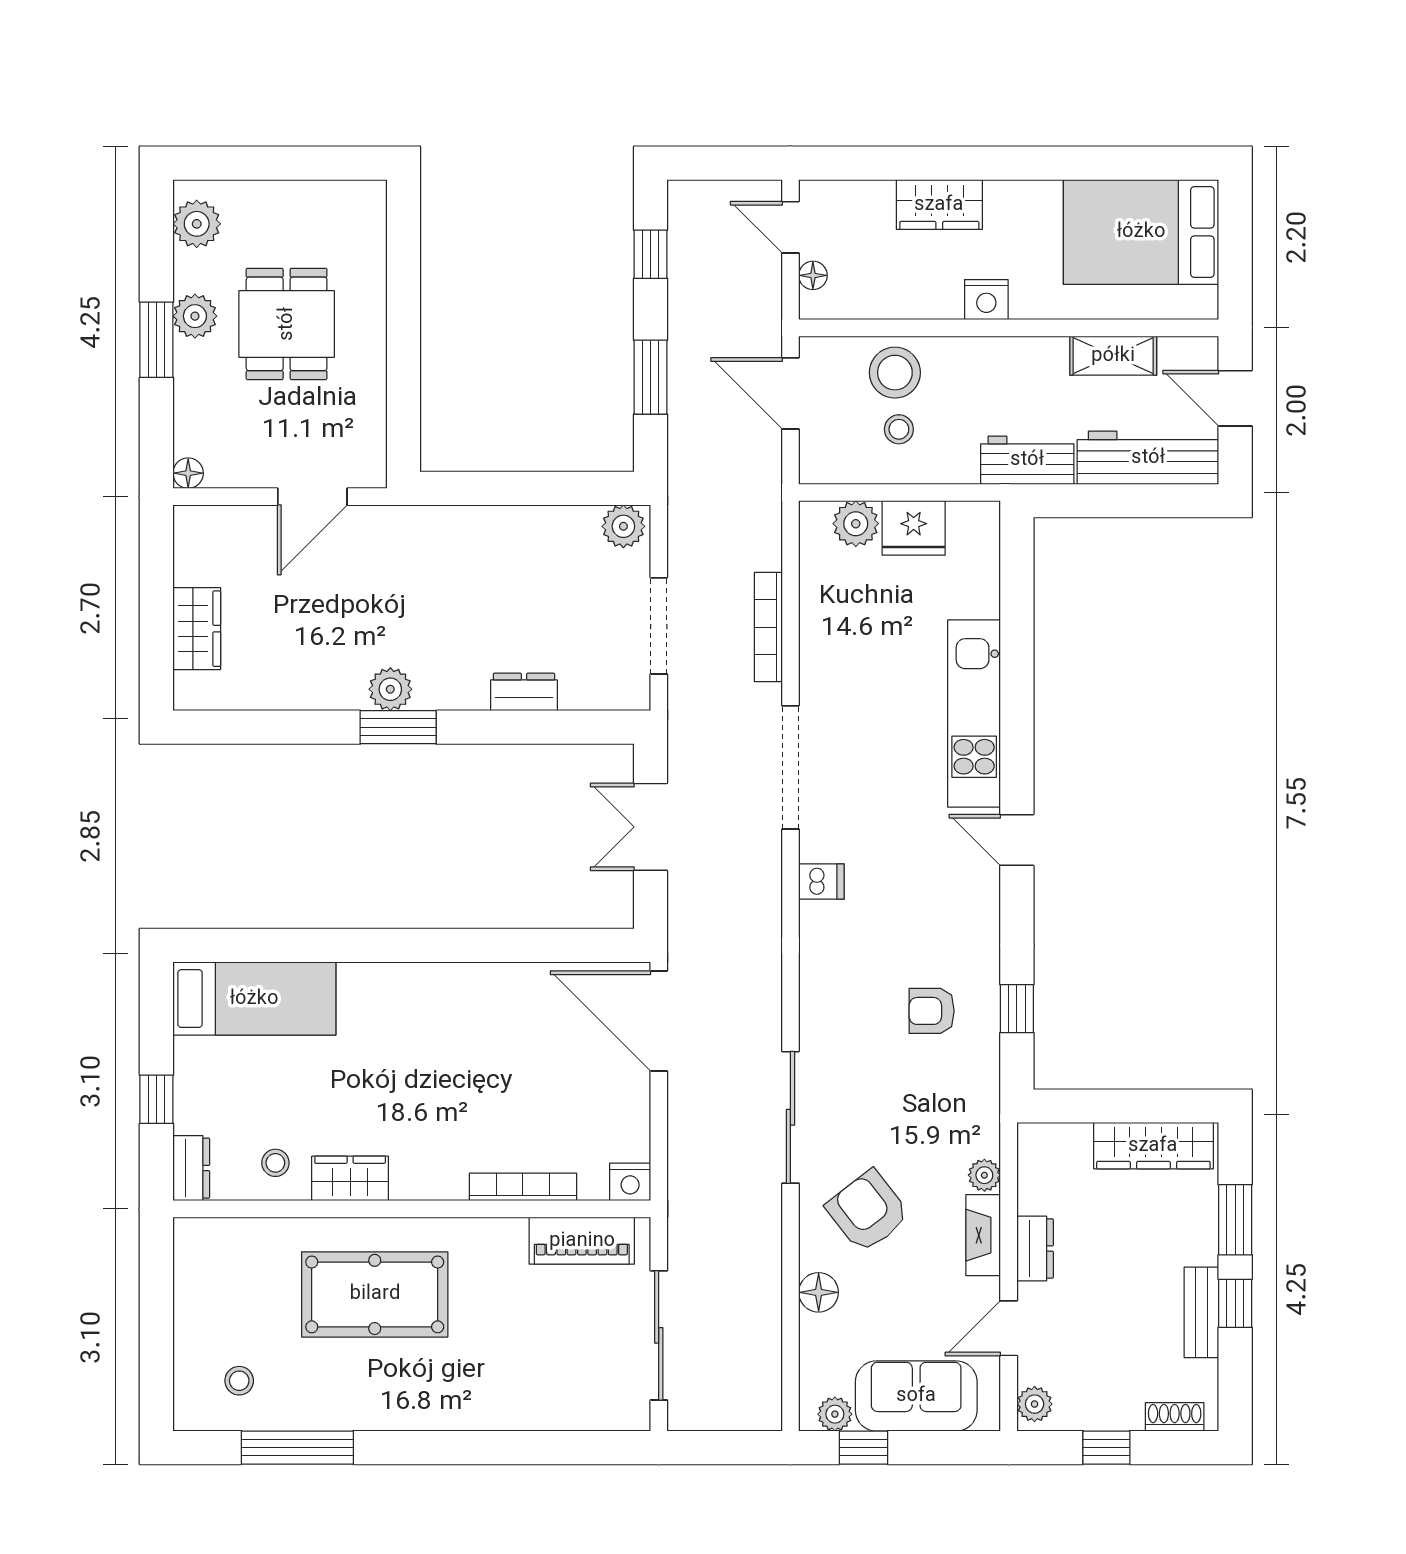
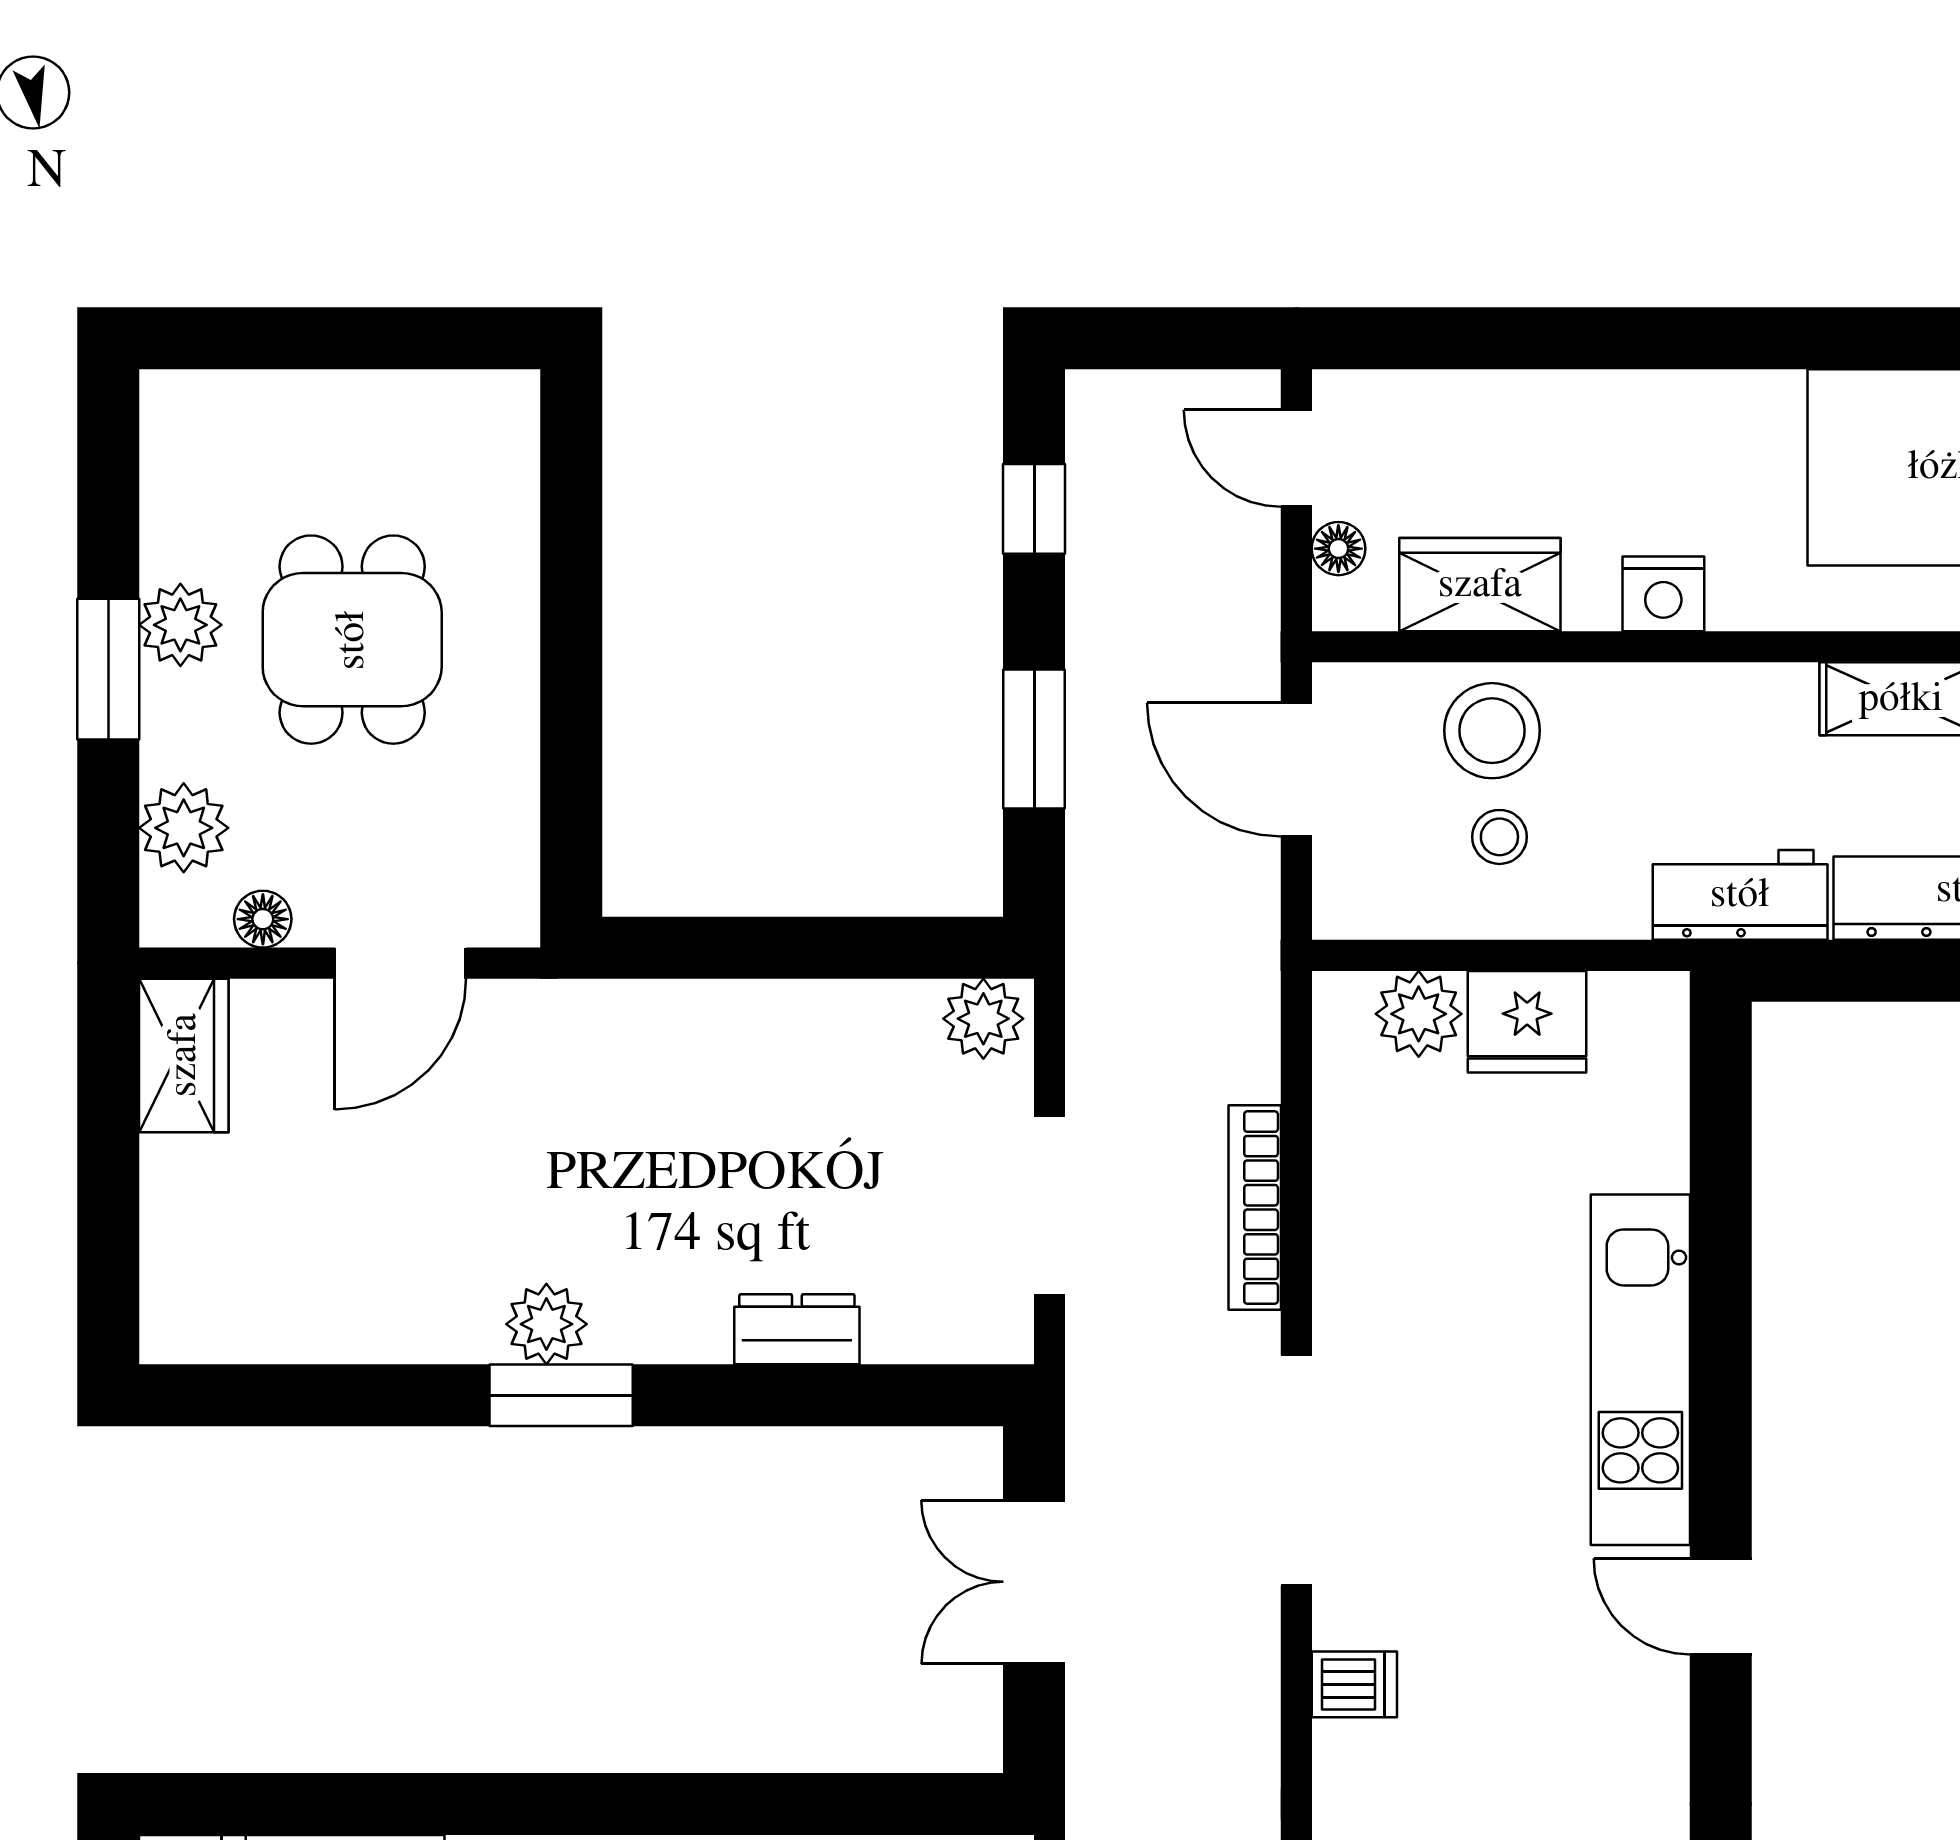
wardrobe: (939, 205) -> (1480, 585), moved, turned 180
plant: (197, 224) -> (184, 828), moved
floor lamp: (188, 473) -> (263, 919), moved
wardrobe: (197, 629) -> (184, 1055), moved

